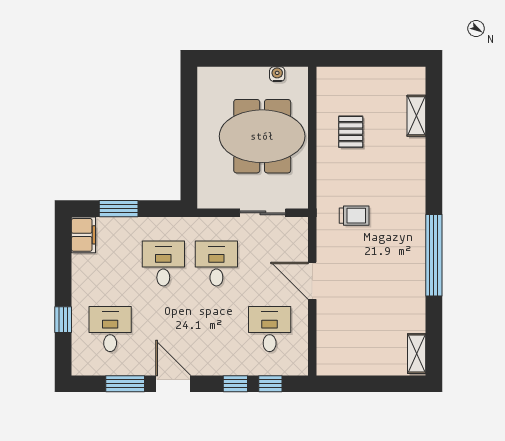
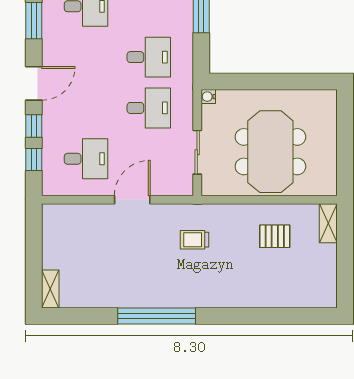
water cooler: (277, 74) -> (208, 97), moved, turned 180
shelving: (416, 116) -> (328, 223), moved, turned 90
trolley: (354, 216) -> (195, 240), turned 90
shelving: (417, 354) -> (50, 289), moved, turned 90
door: (173, 384) -> (34, 83), moved

